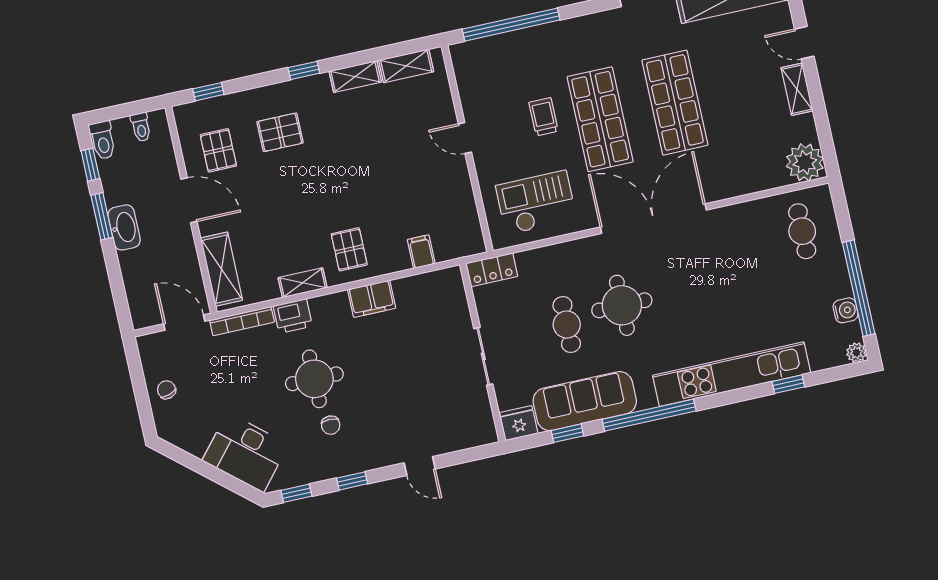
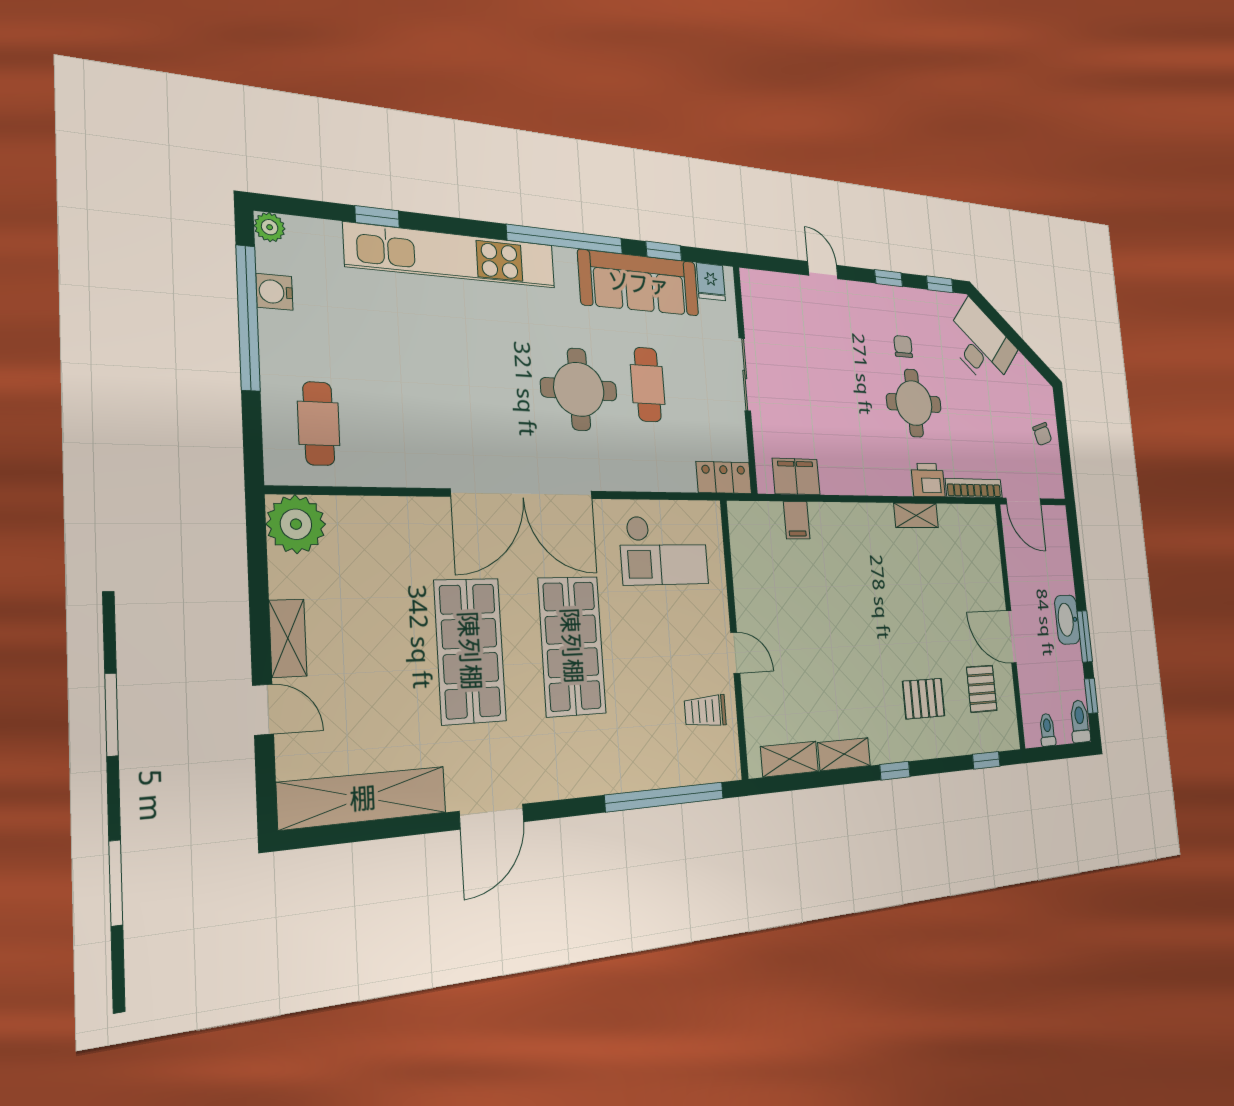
trolley: (544, 117) -> (705, 711), moved, turned 90
pallet: (349, 249) -> (869, 542), removed
shelving: (221, 269) -> (988, 551), removed
filing cabinet: (372, 299) -> (796, 476), moved
fridge: (519, 423) -> (711, 282), width x0.72

